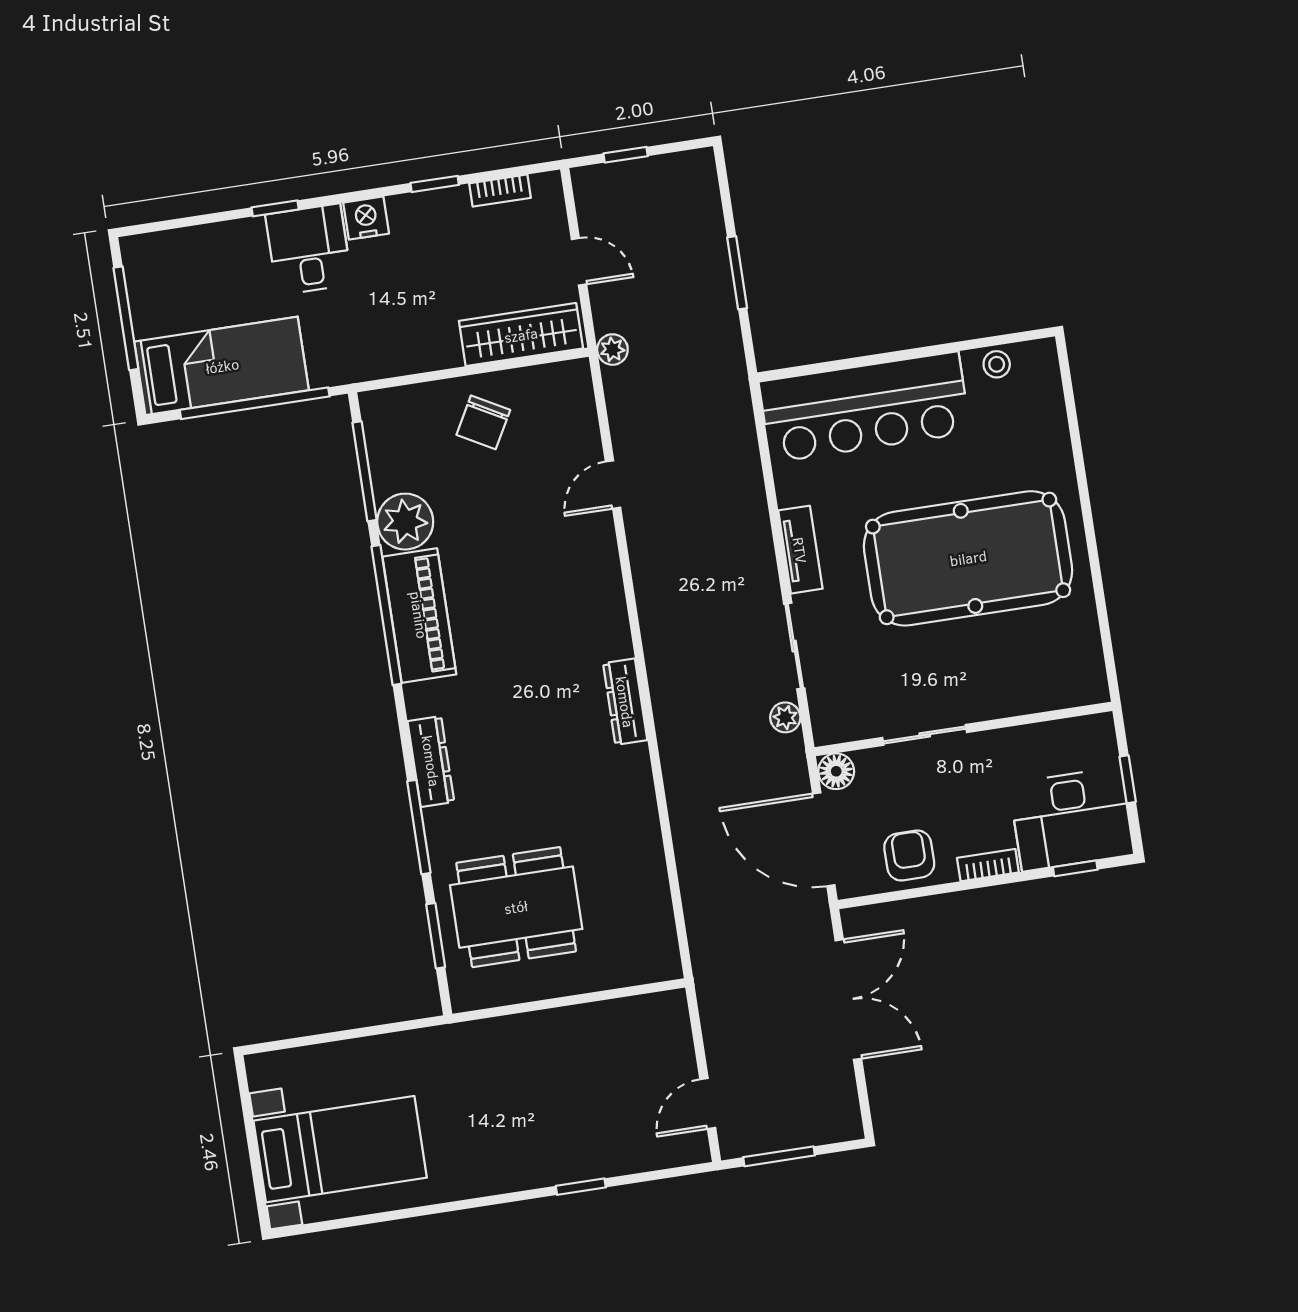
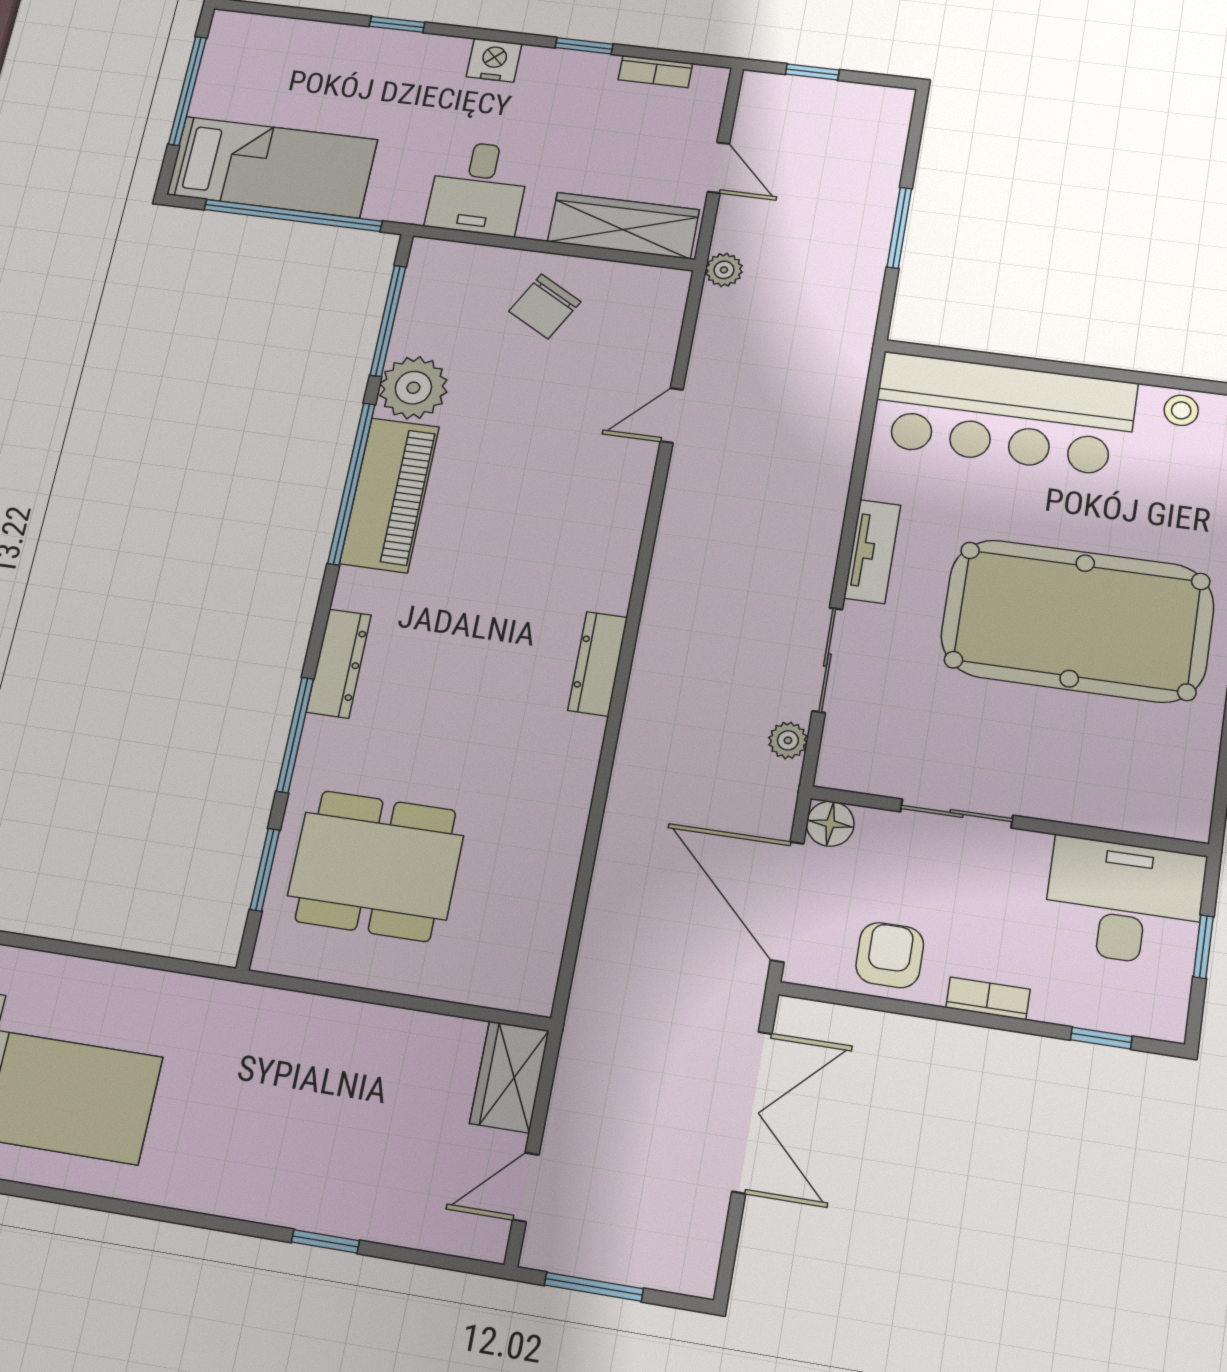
desk: (309, 249) -> (478, 188), moved, turned 180
desk: (1071, 819) -> (1124, 902), moved, turned 180
wardrobe: (669, 1030) -> (509, 1077), added

